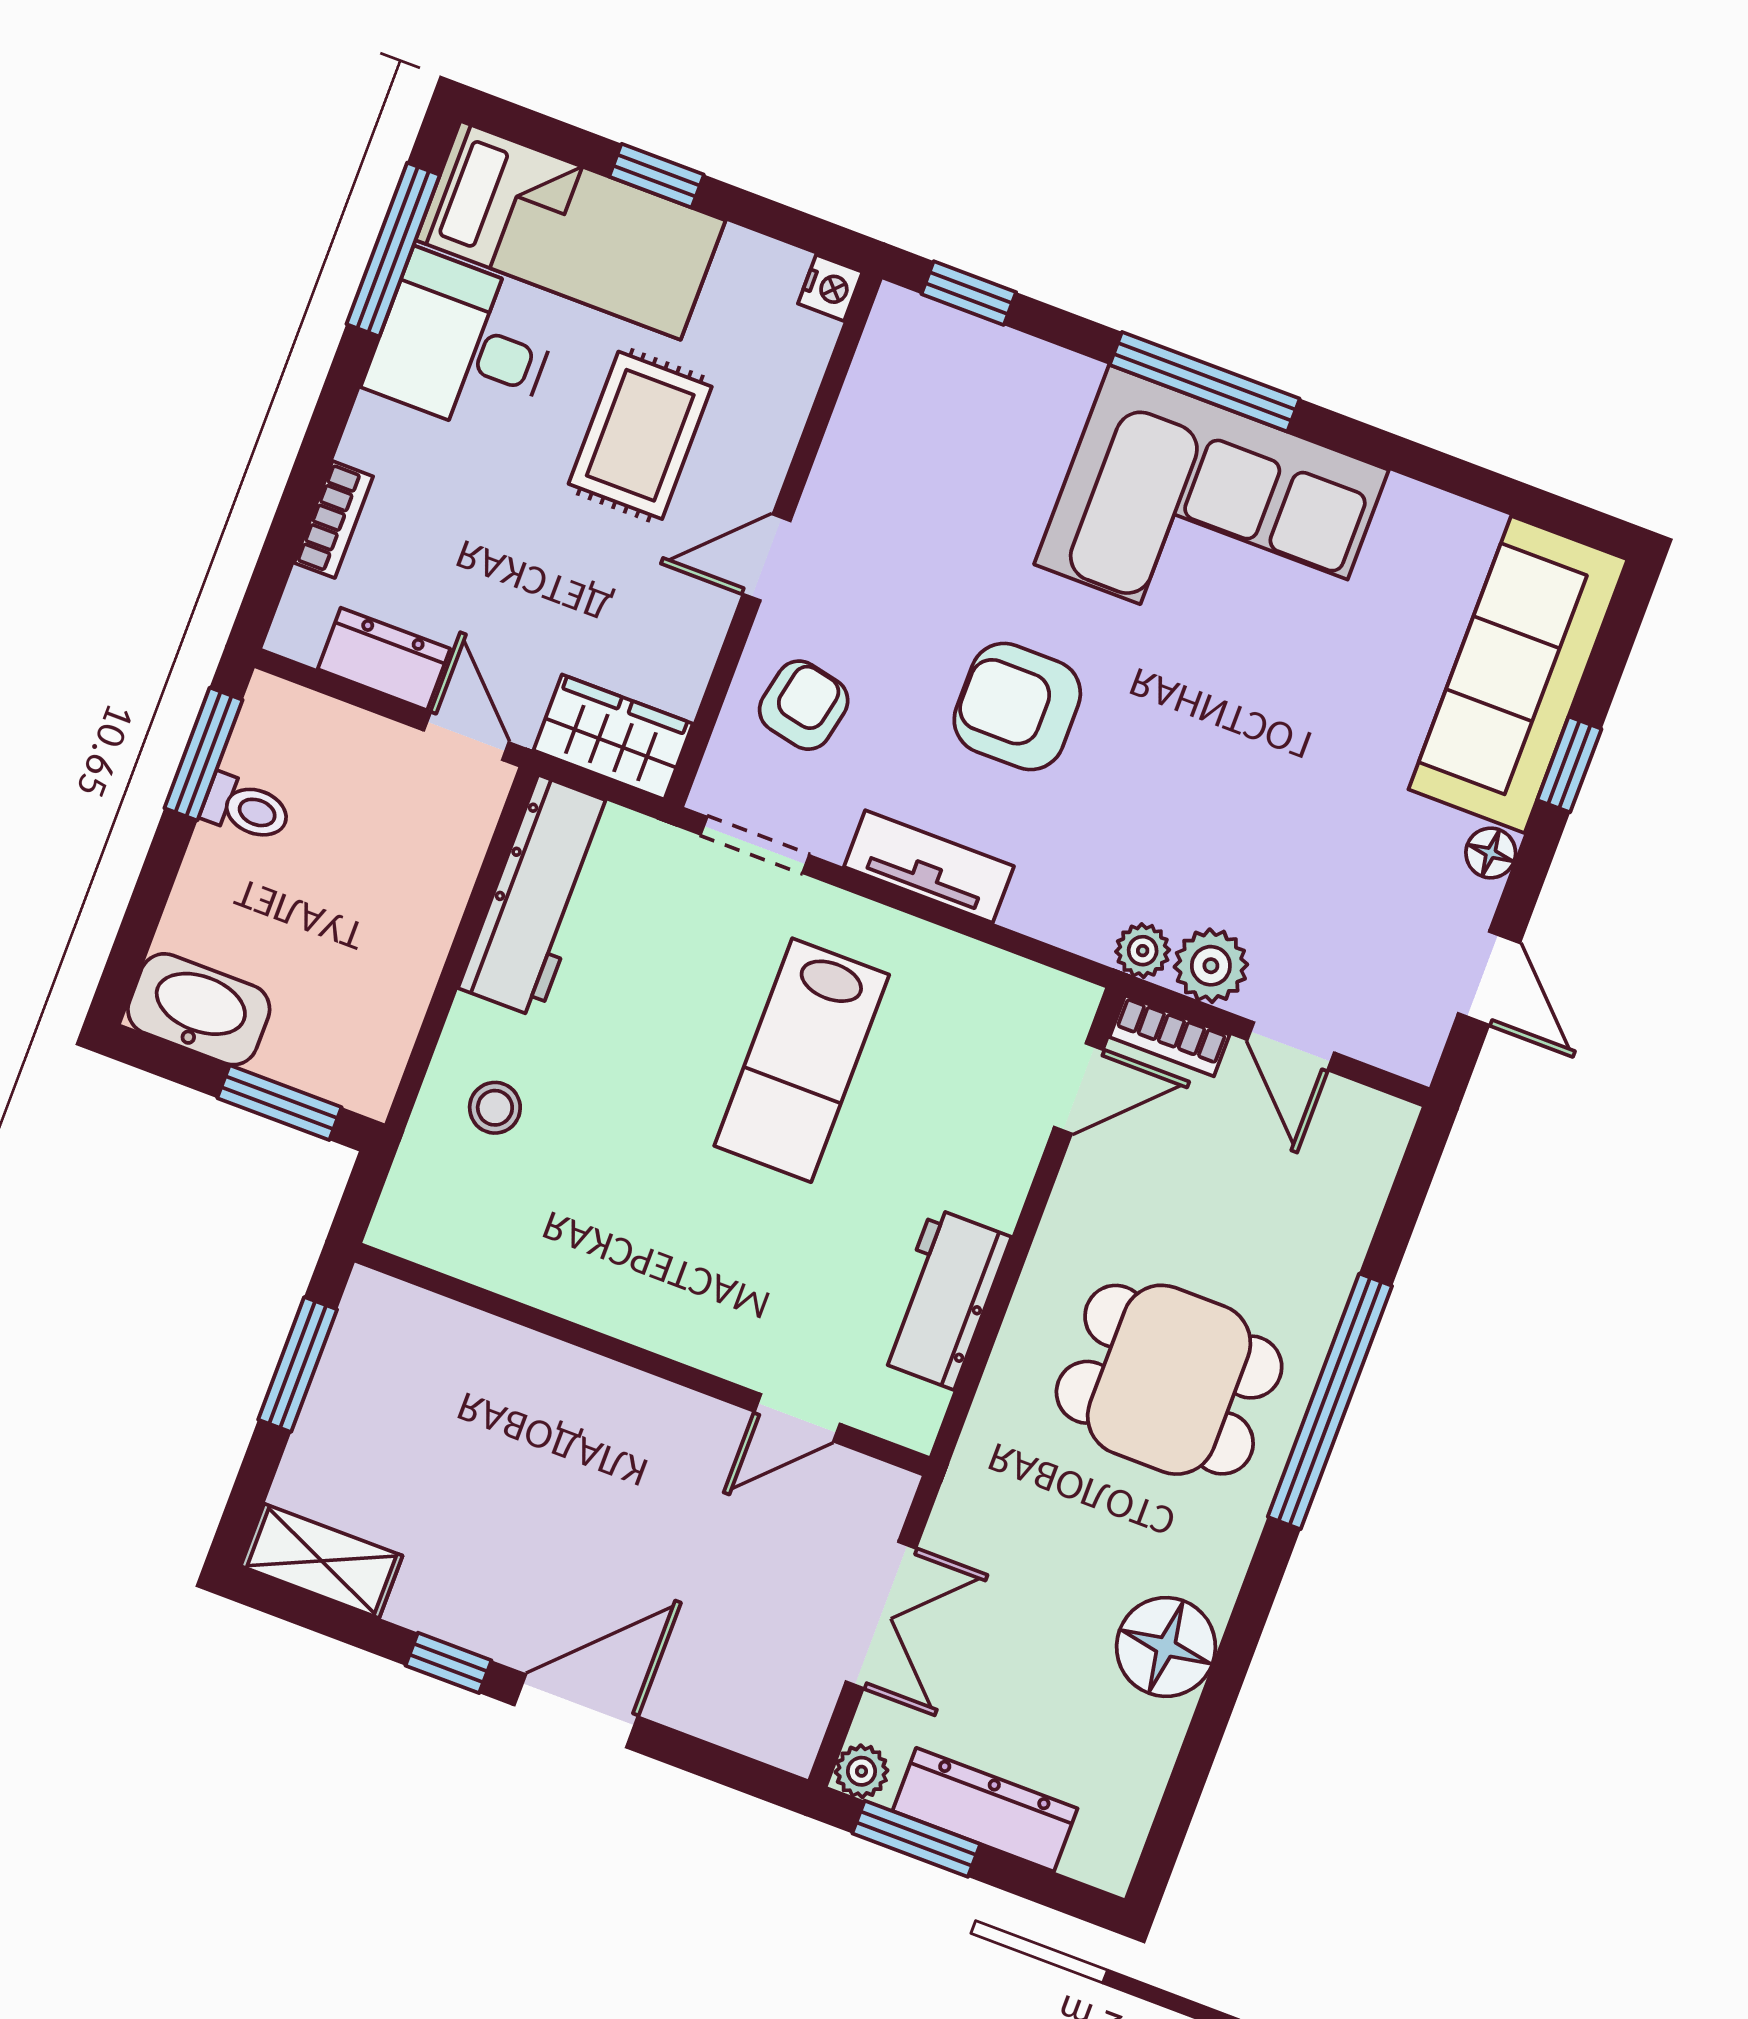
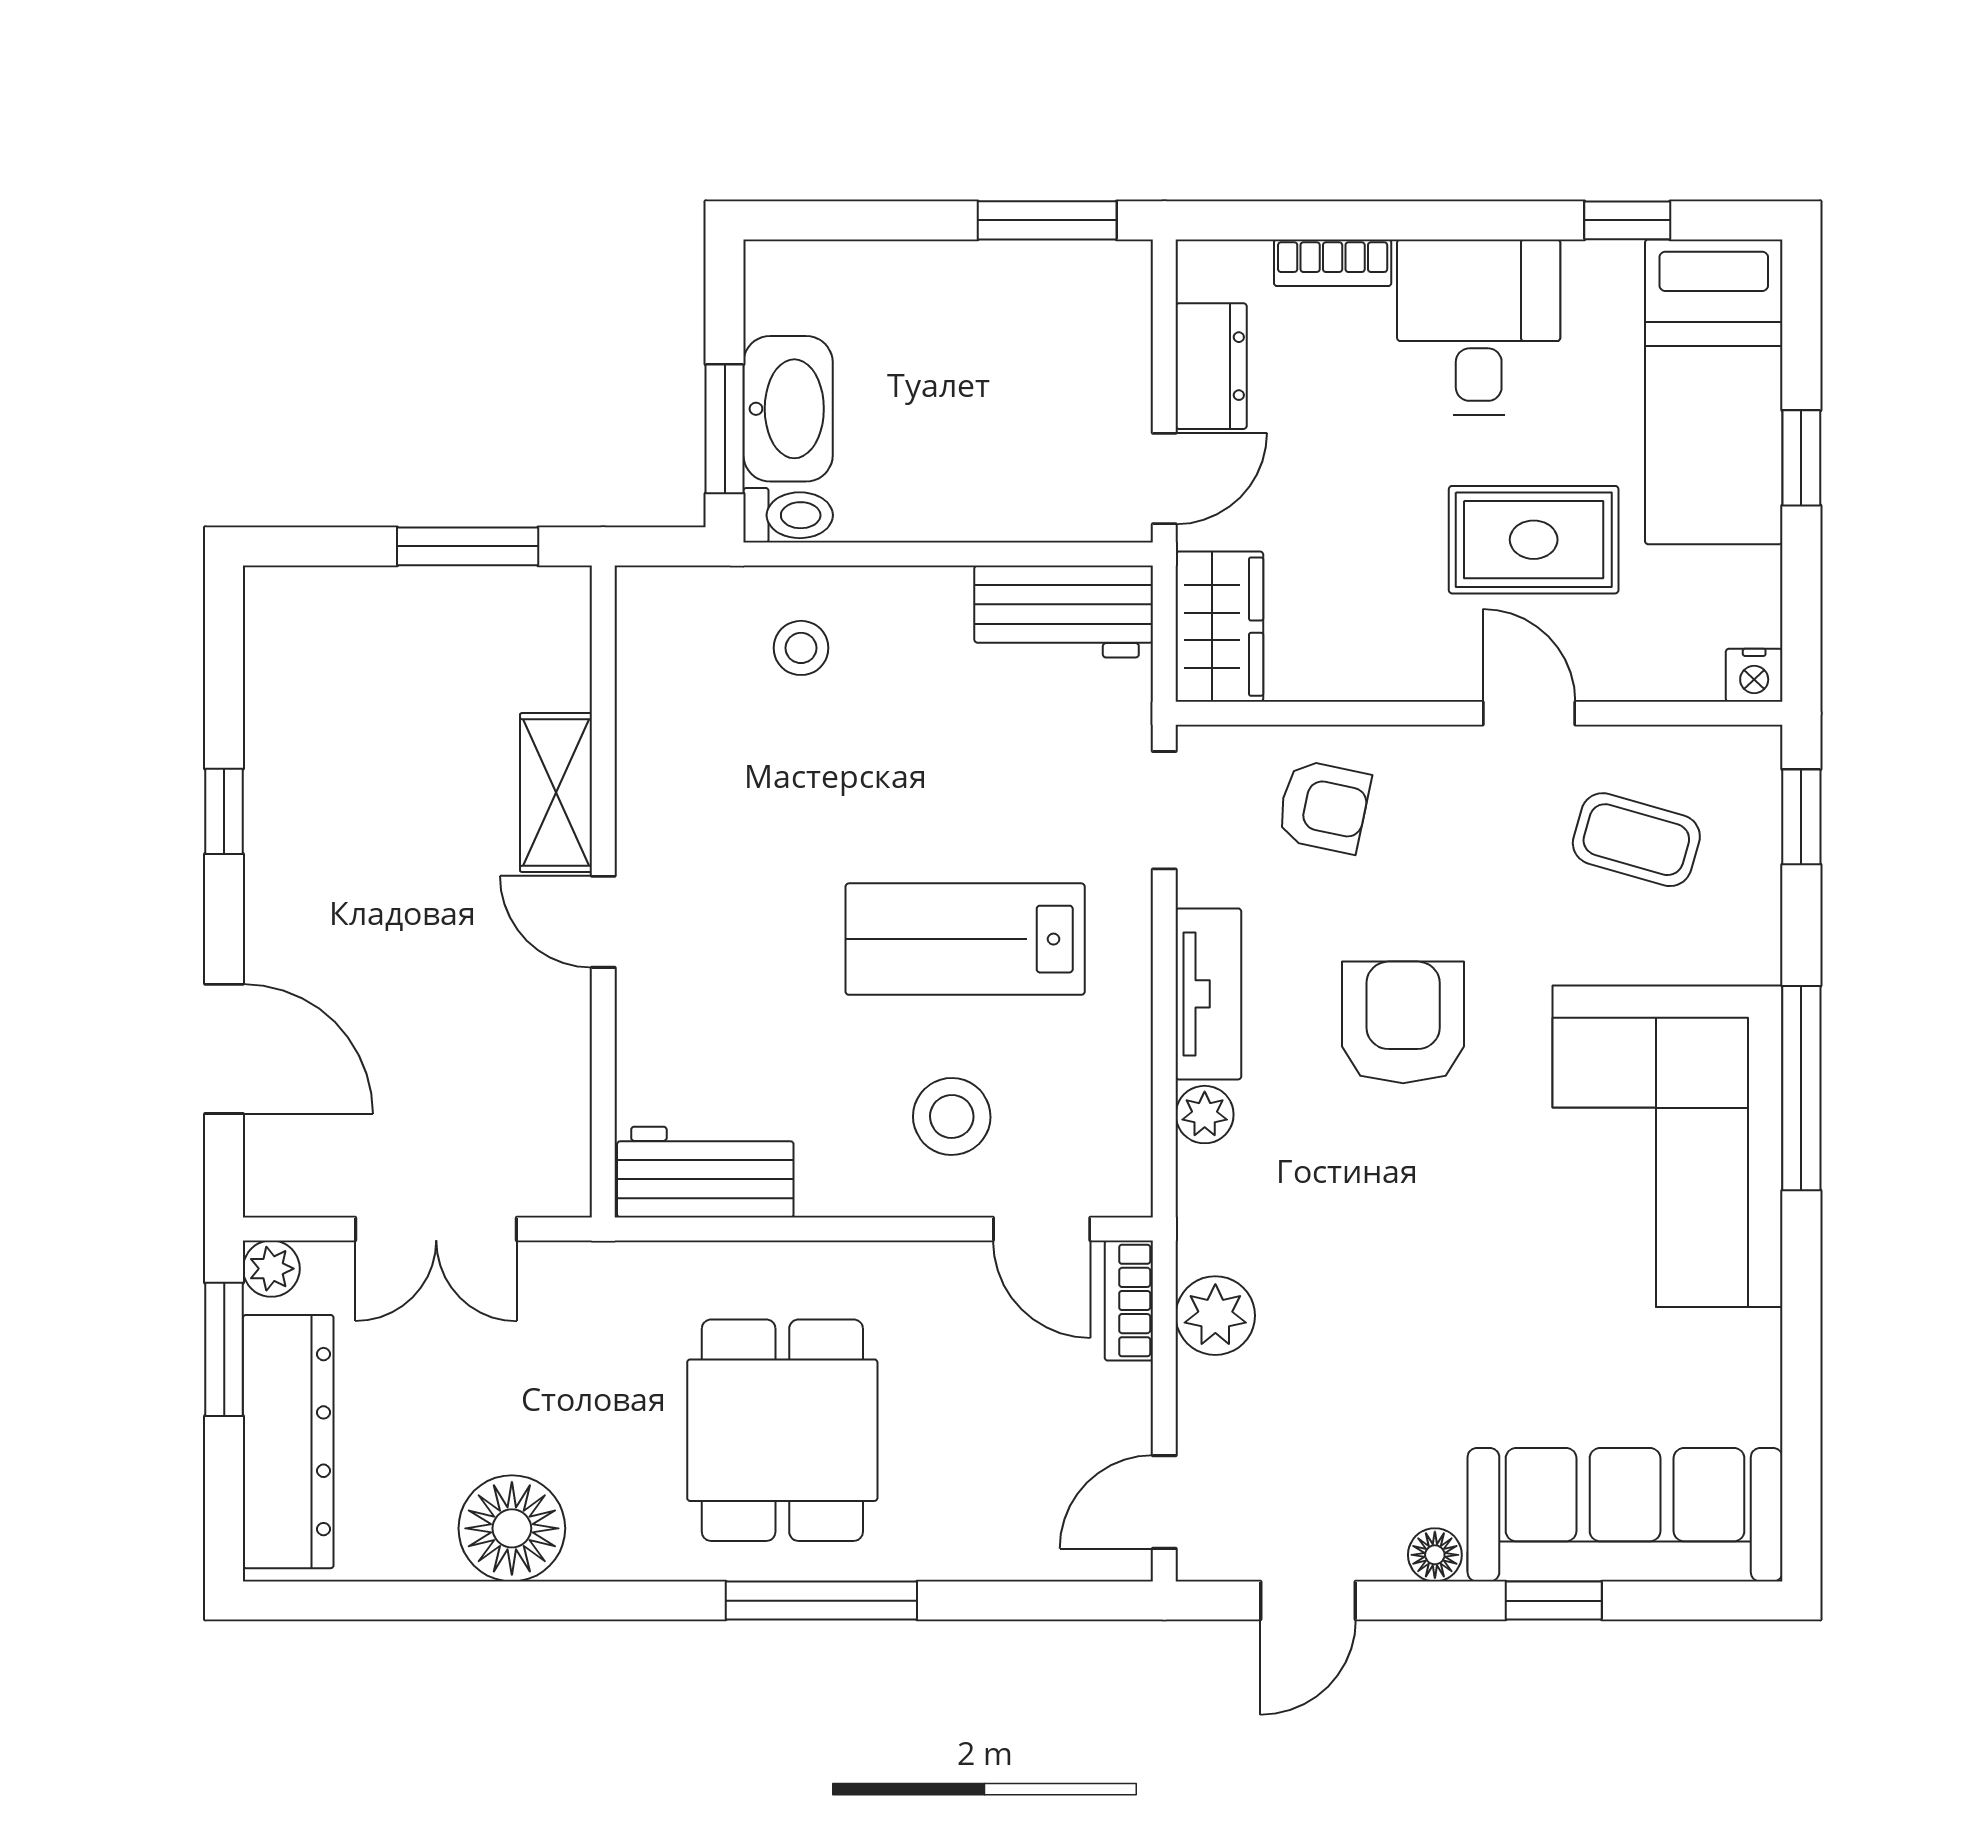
window: (393, 250) -> (1627, 220), width x0.46
desk: (463, 345) -> (1479, 327), moved
coffee table: (935, 444) -> (1636, 840), added
door: (767, 557) -> (1529, 713), moved
toilet: (246, 808) -> (788, 515), moved, turned -90
workbench: (538, 896) -> (1064, 612), width x0.73
plant: (1143, 951) -> (1205, 1115), moved
washbasin: (199, 1009) -> (788, 409), moved
door: (1291, 1046) -> (1164, 1502), moved
stool: (952, 1130) -> (952, 1116), added
workbench: (943, 1299) -> (705, 1172), moved
window: (1330, 1401) -> (821, 1601), width x0.68
door: (797, 1418) -> (603, 922), moved
shelving: (322, 1561) -> (556, 792), moved
door: (576, 1711) -> (224, 1049), moved
dresser: (985, 1810) -> (288, 1442), width x1.37, depth x1.24

